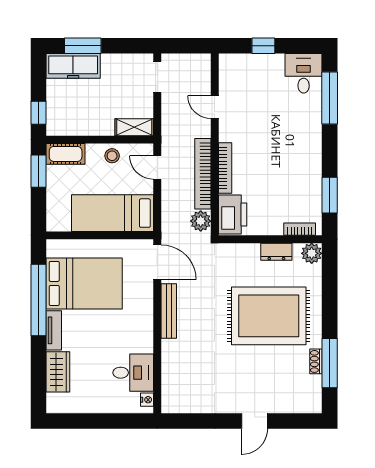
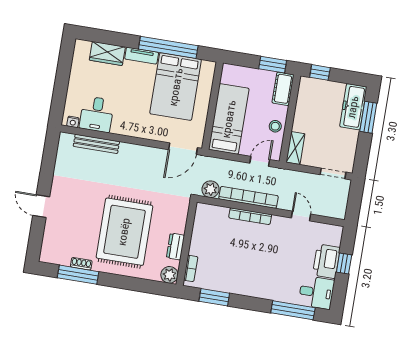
door: (215, 107) -> (301, 216), hinge flipped
printer: (233, 215) -> (326, 261), moved, turned 90
bench: (169, 311) -> (96, 144), moved

